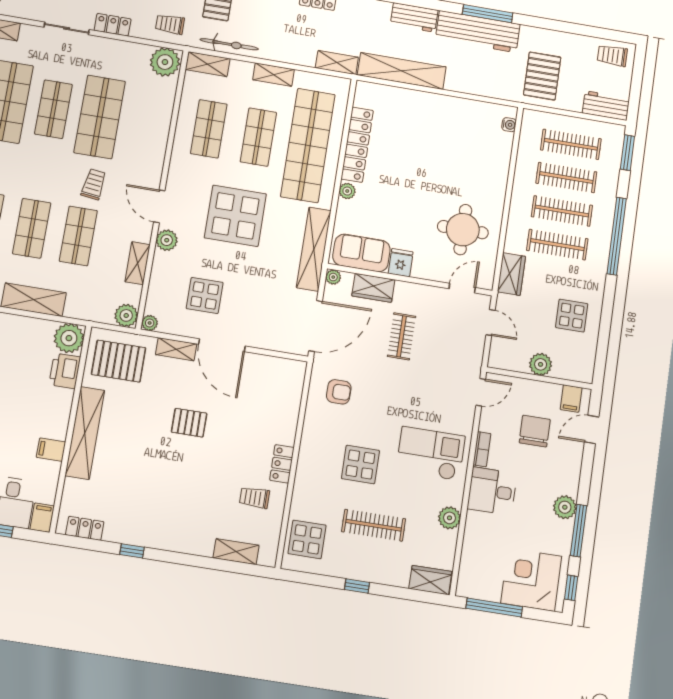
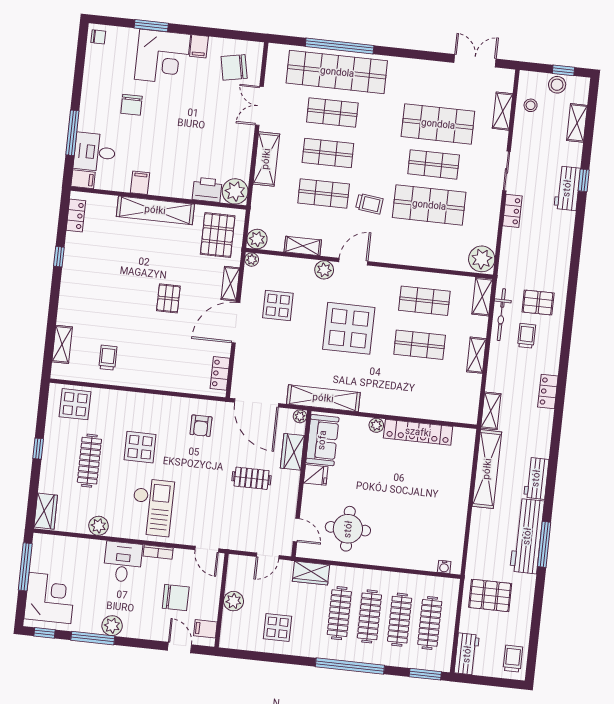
trolley: (170, 24) -> (527, 336), moved
shop shelf: (308, 145) -> (415, 389), removed
locker: (282, 464) -> (220, 373), moved, turned -90

